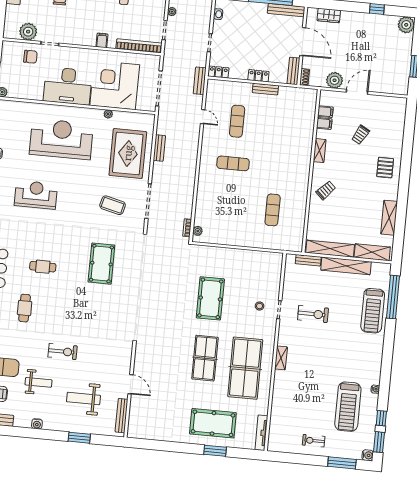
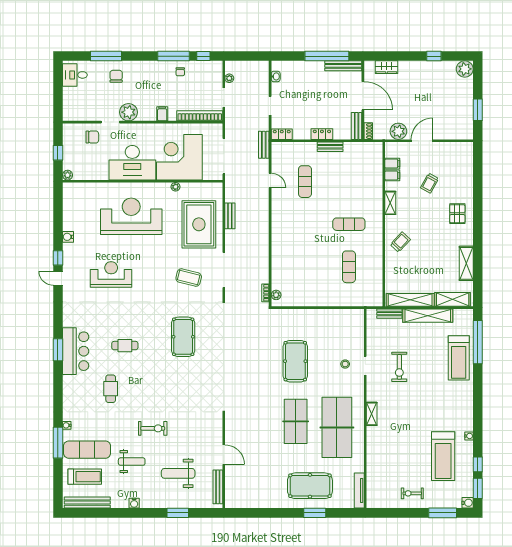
plant: (28, 32) -> (129, 112), moved
exercise mat: (233, 163) -> (349, 224), moved
exercise bike: (313, 314) -> (399, 367), turned 90

